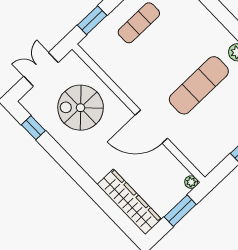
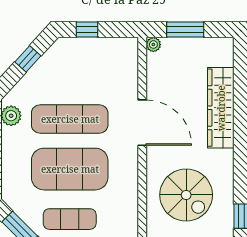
exercise mat: (169, 54) -> (70, 169), added
wardrobe: (129, 202) -> (221, 108), moved

